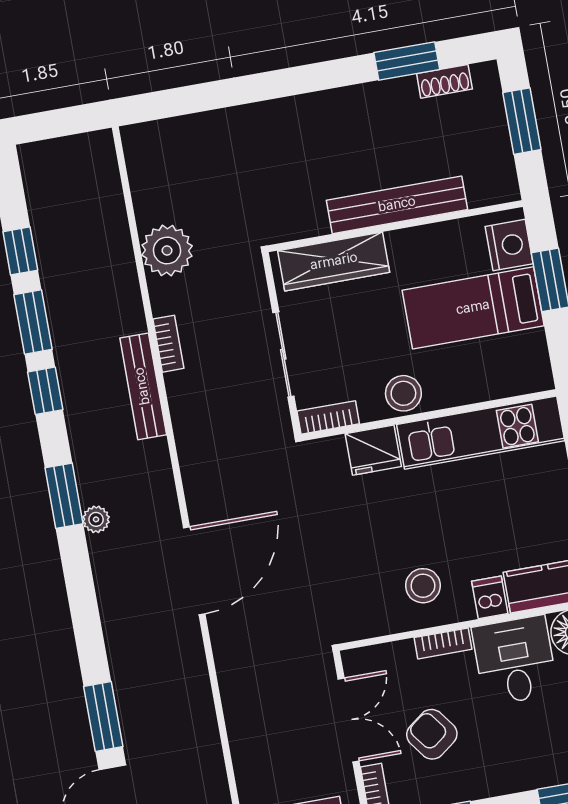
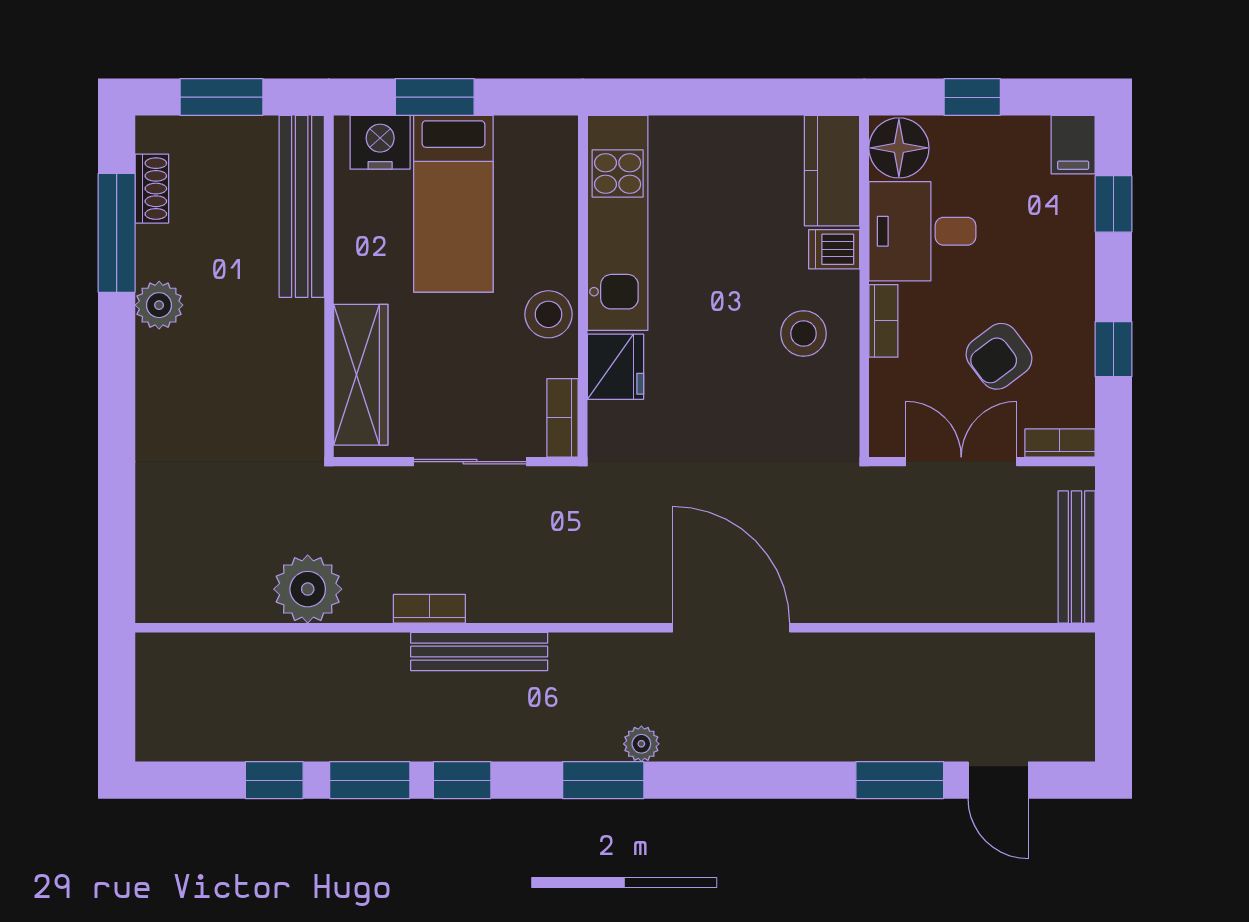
window: (407, 61) -> (117, 233), width x1.44
plant: (359, 102) -> (159, 305), added
bench: (397, 205) -> (302, 206), moved

